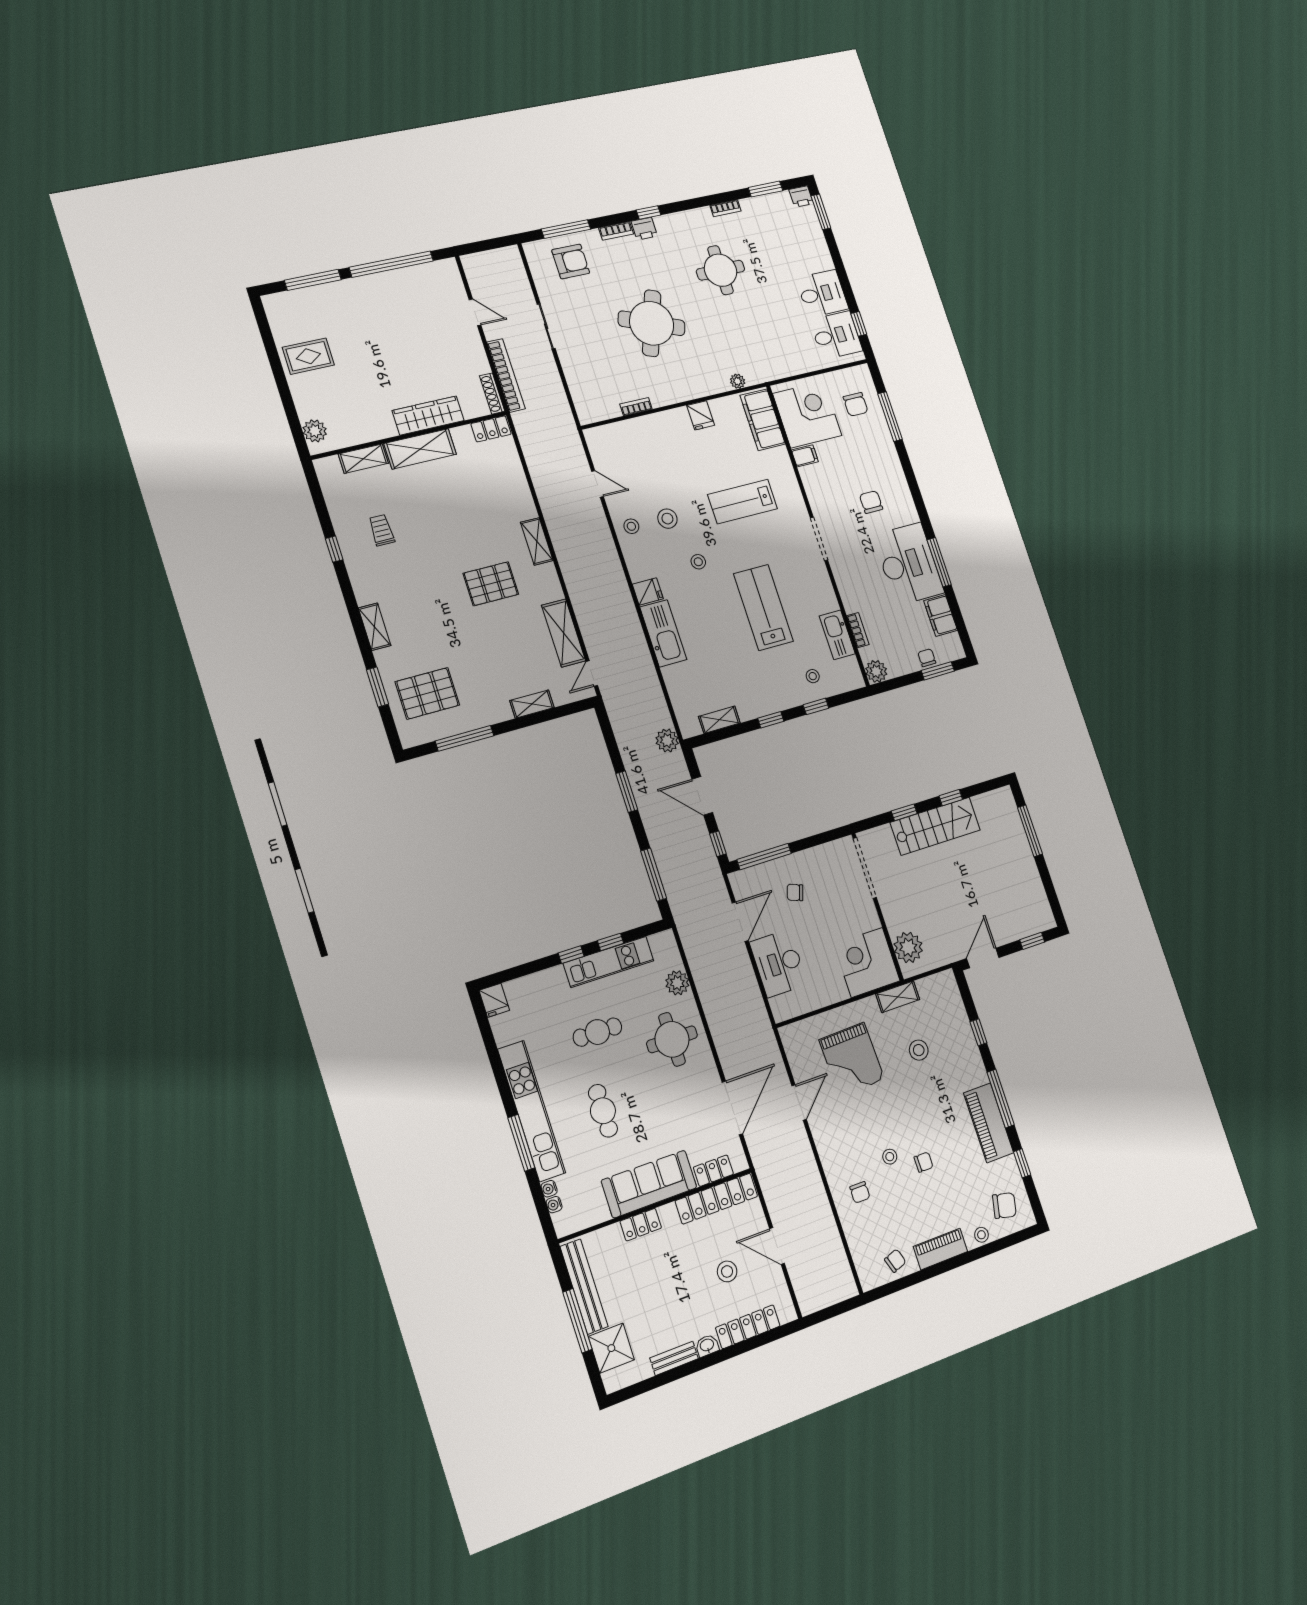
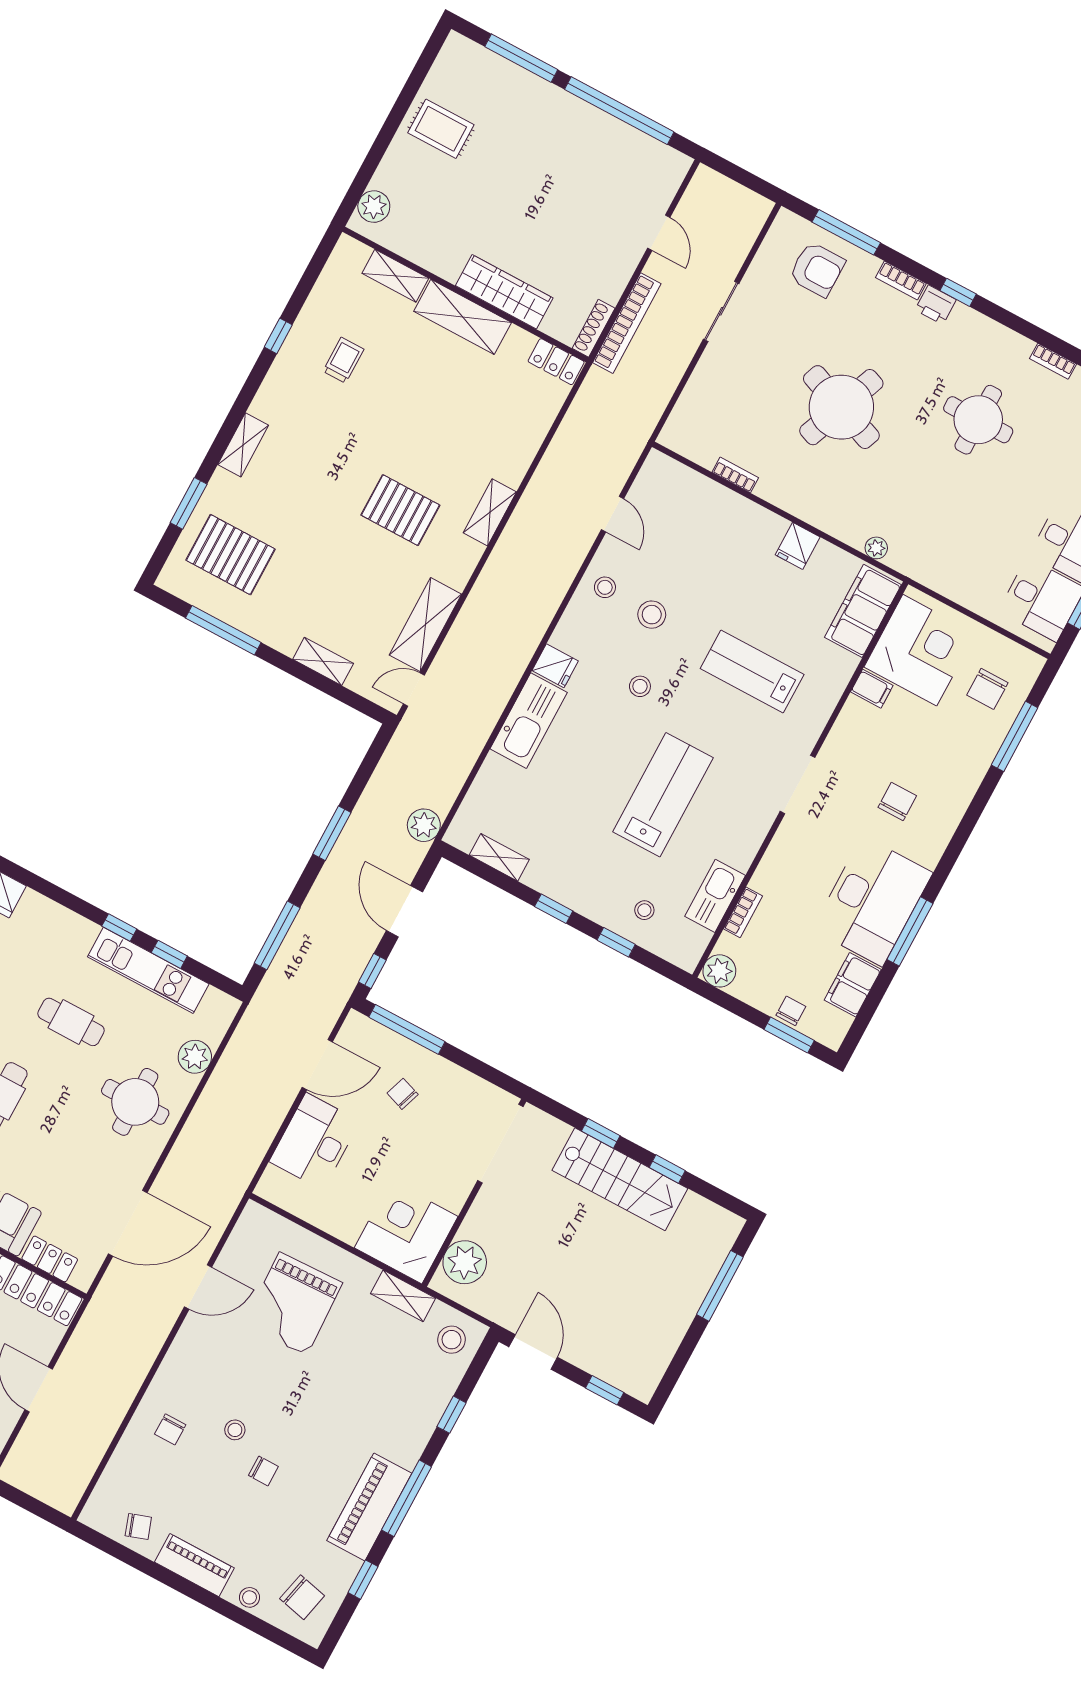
door: (983, 958) -> (533, 1352), hinge flipped
stool: (919, 1050) -> (452, 1340), moved

